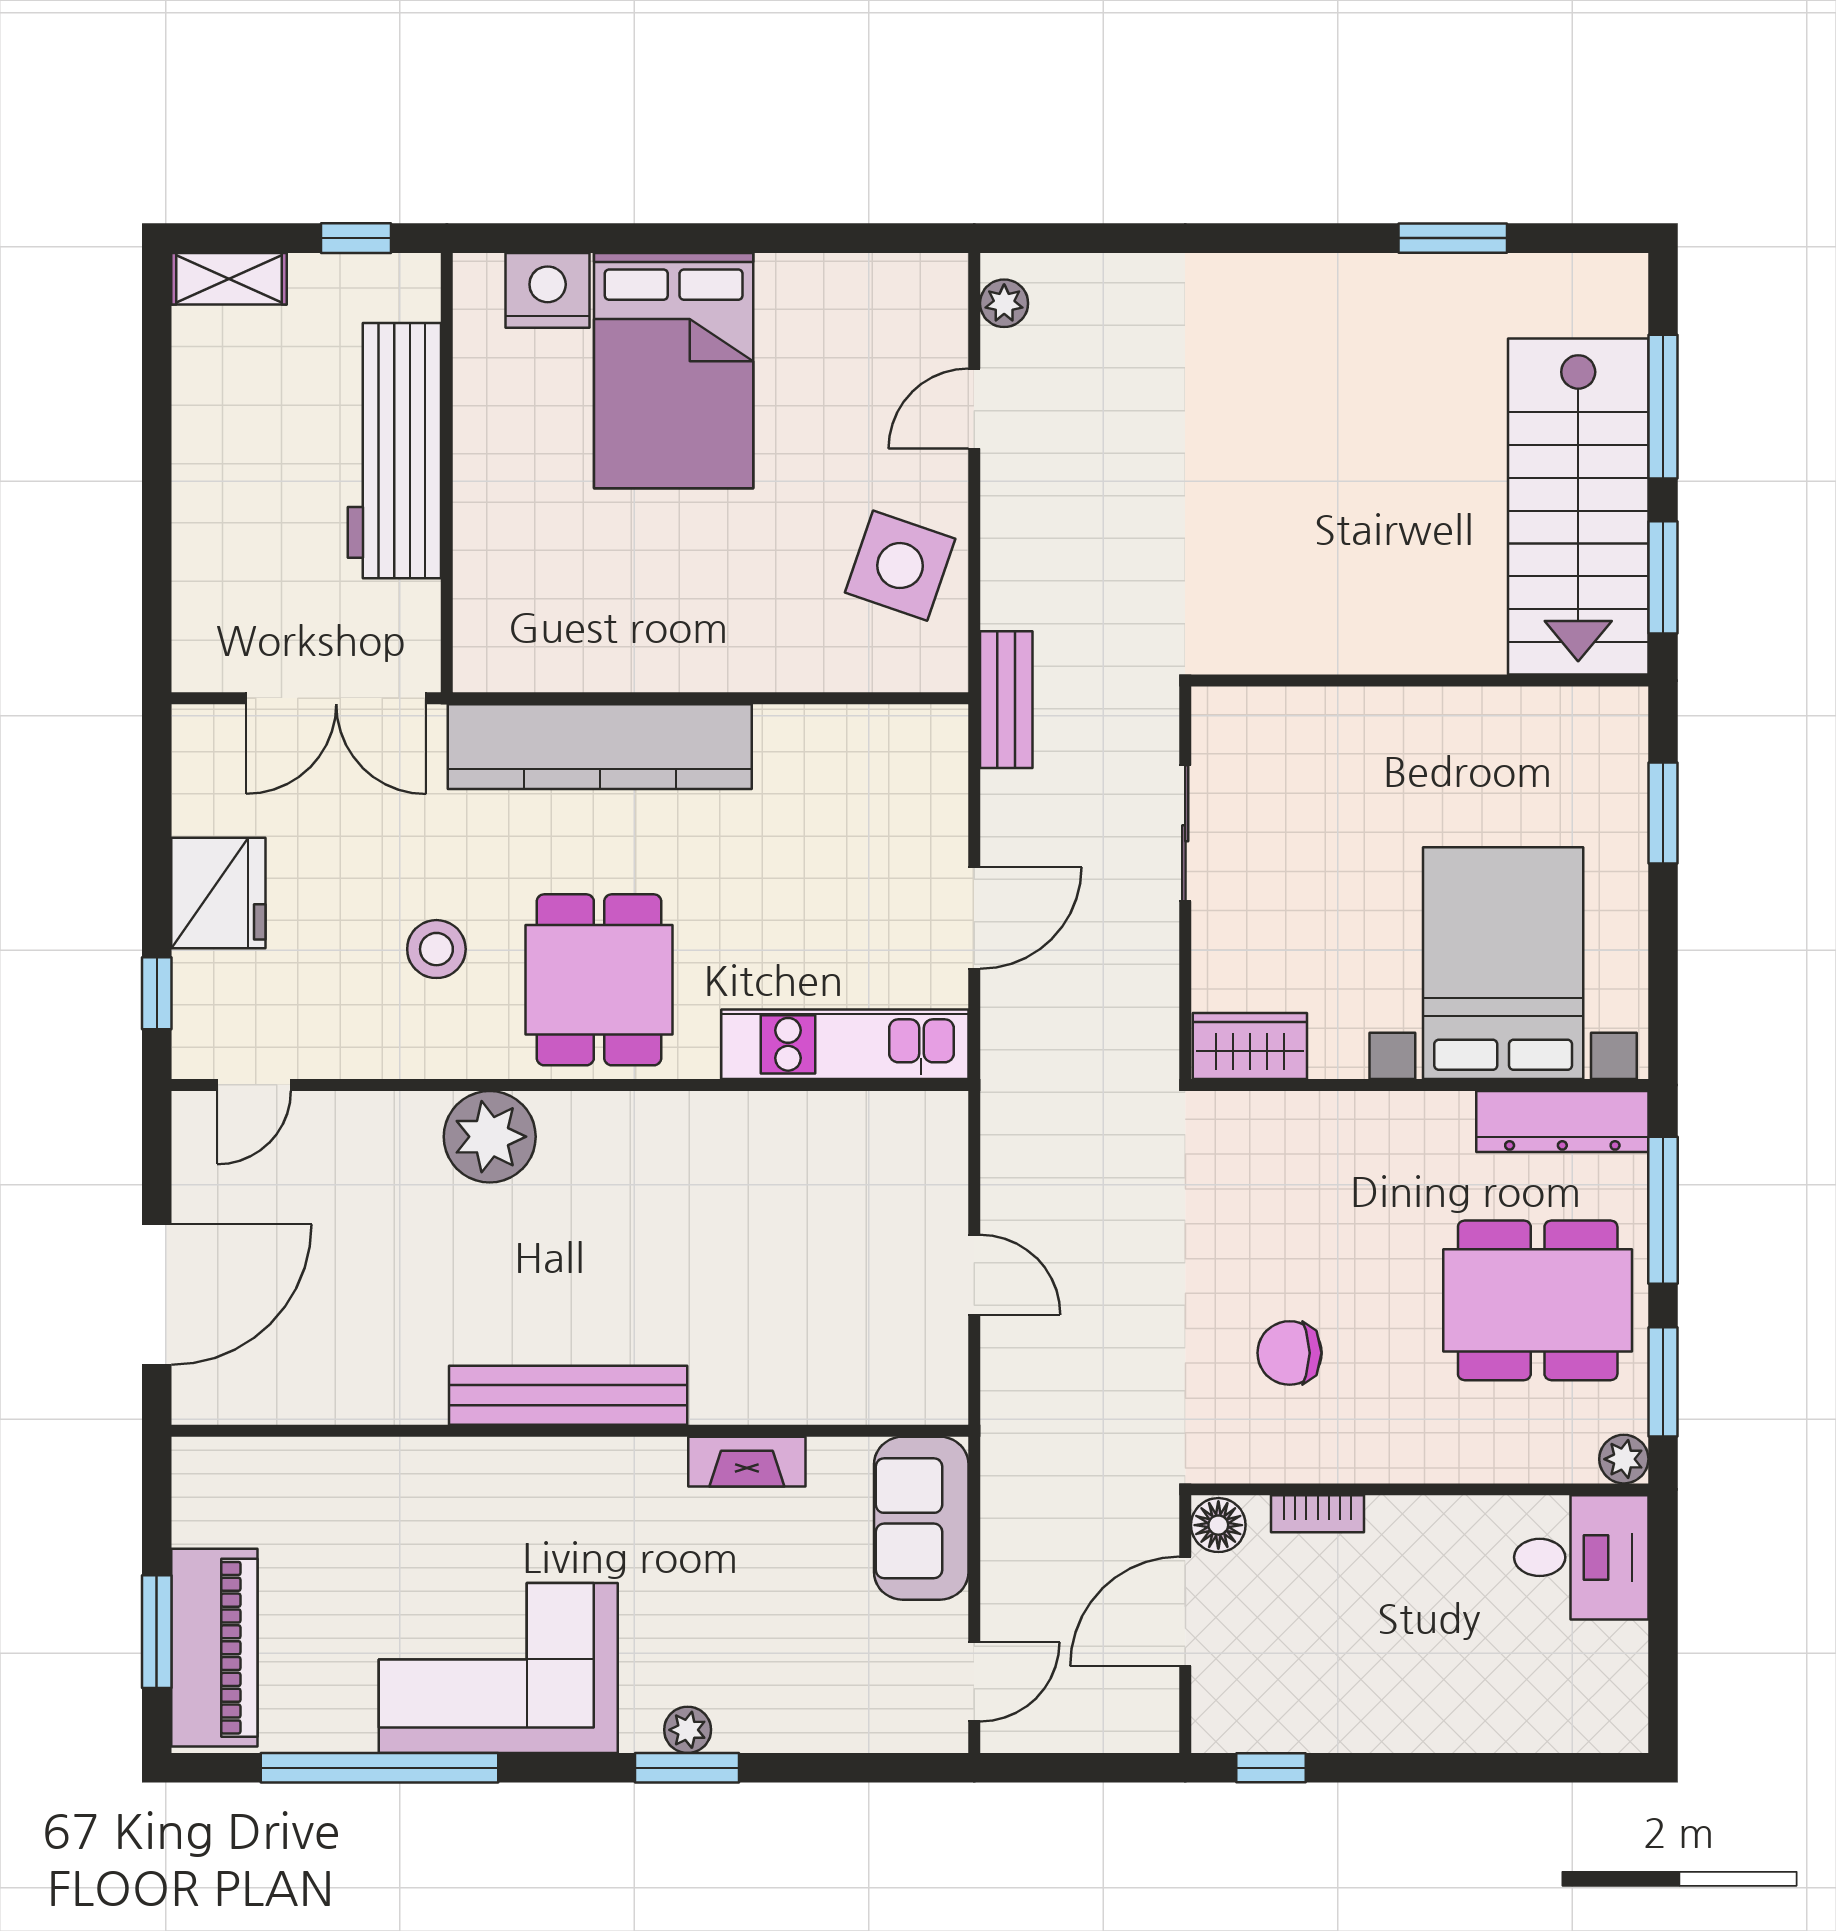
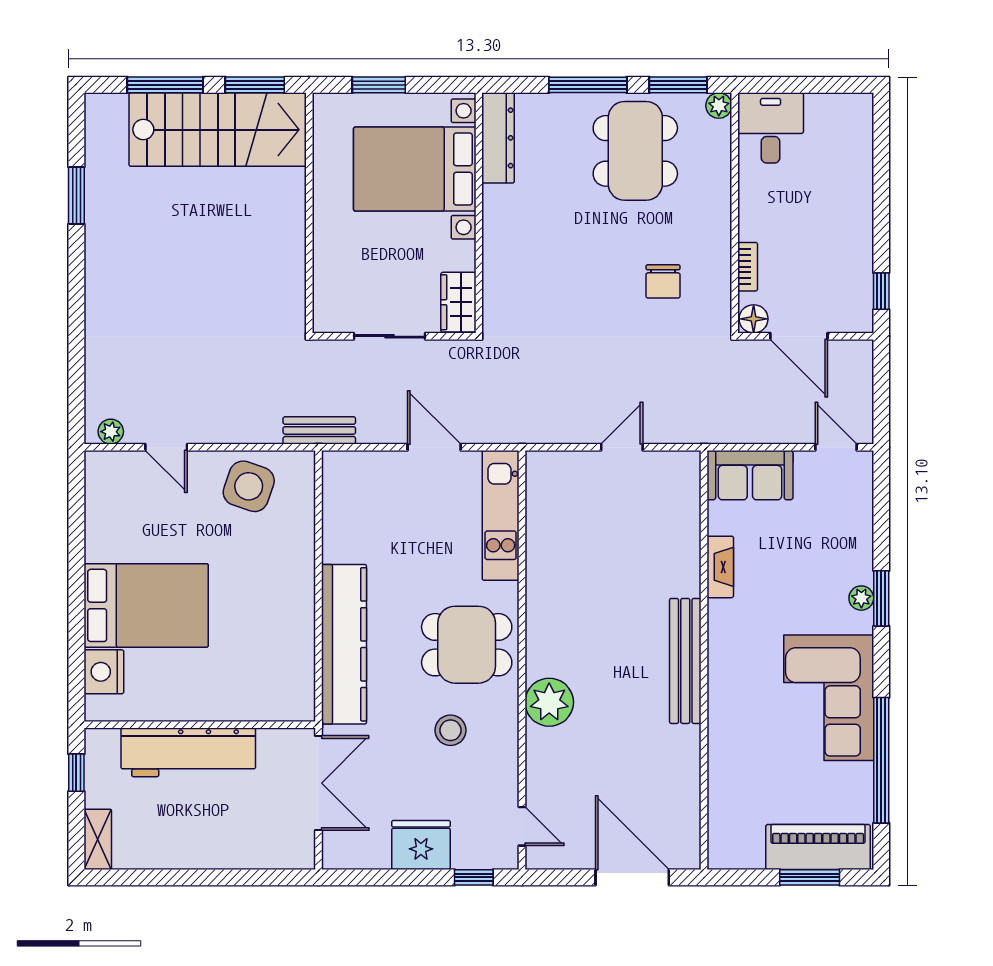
bed with nightstands: (1503, 963) -> (415, 169), moved
wardrobe: (1250, 1046) -> (458, 302), moved
wall: (1420, 1085) -> (479, 213), moved
dresser: (1562, 1122) -> (498, 138), moved

